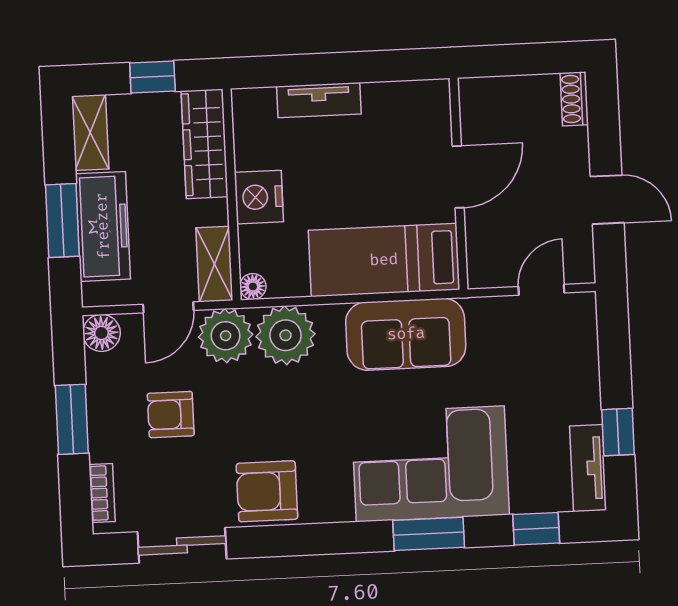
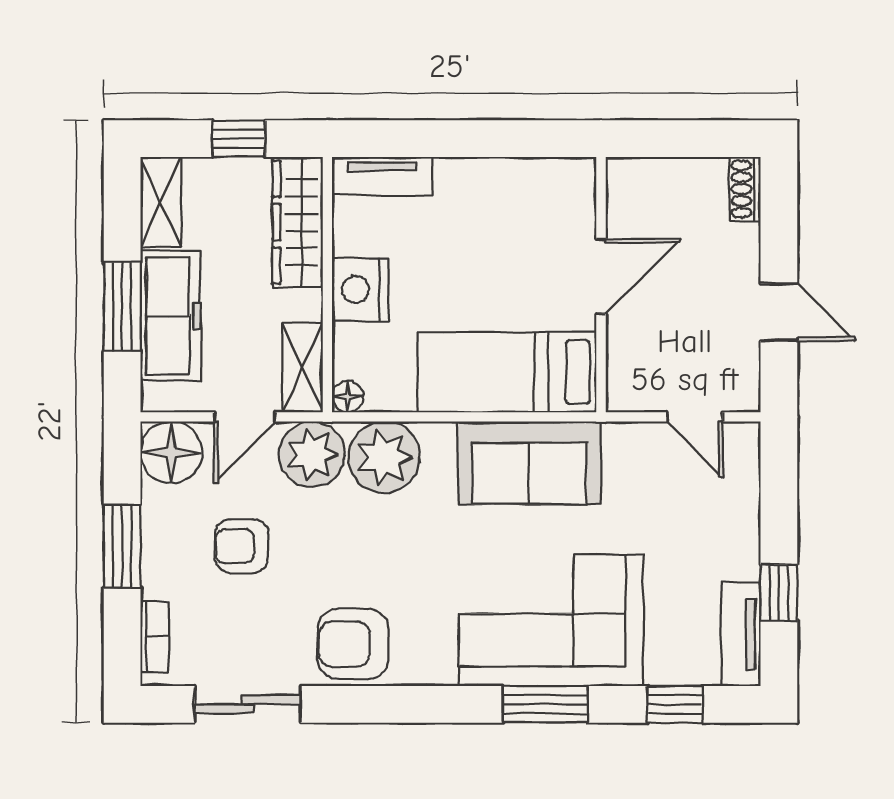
tv unit: (319, 100) -> (382, 176), moved
door: (541, 290) -> (695, 417), swing flipped
floor lamp: (102, 333) -> (171, 452), width x1.38, depth x1.38

